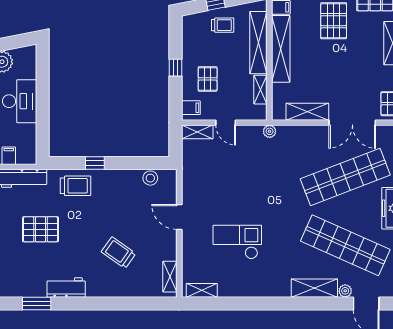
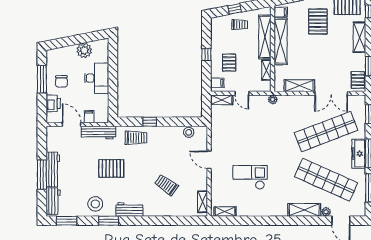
stool: (18, 280) -> (95, 204), added

